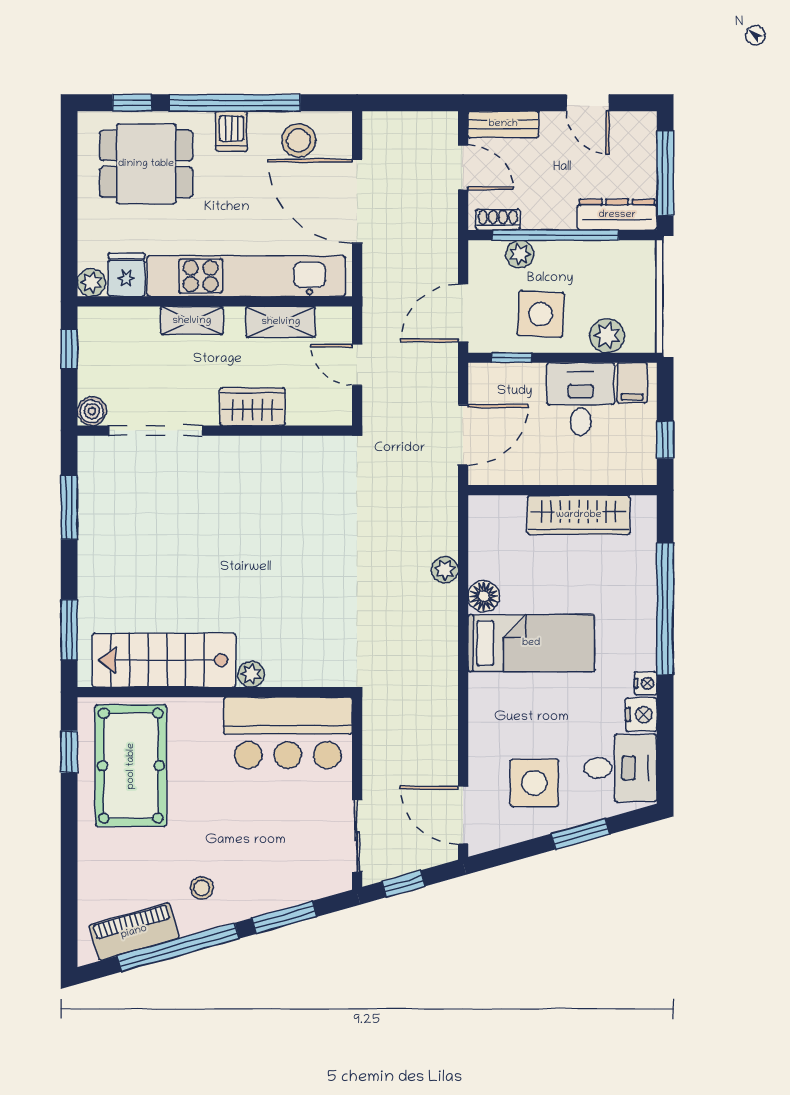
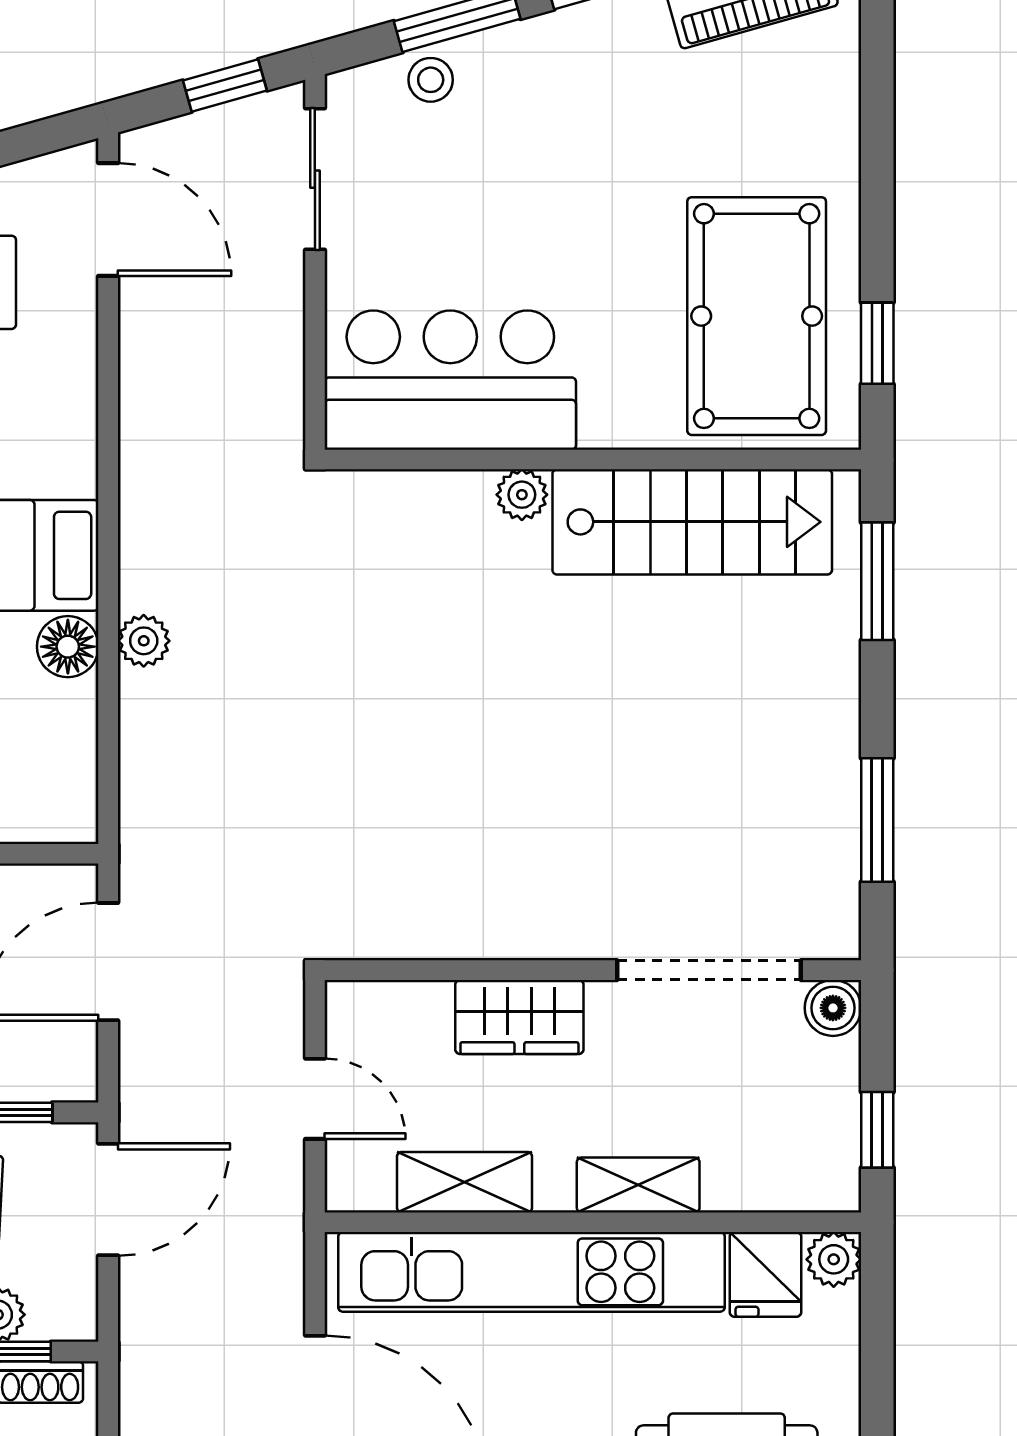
plant: (445, 570) -> (144, 641), moved
stool: (202, 888) -> (431, 80), moved

